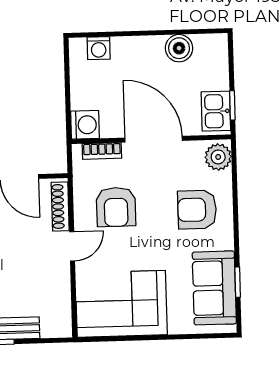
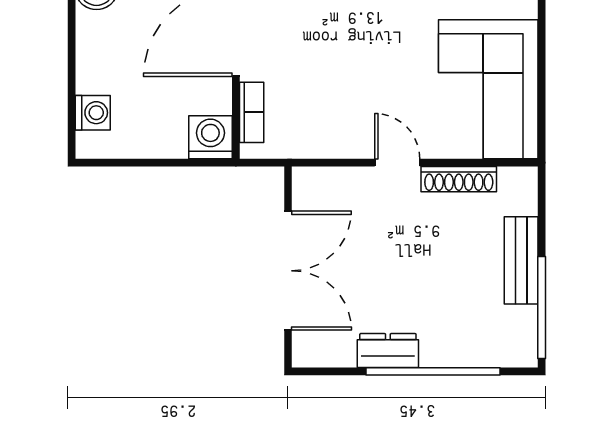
shoe rack: (60, 206) -> (459, 179), moved
armchair: (116, 207) -> (339, 93), removed

